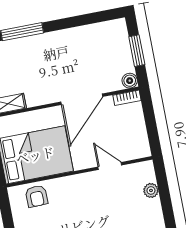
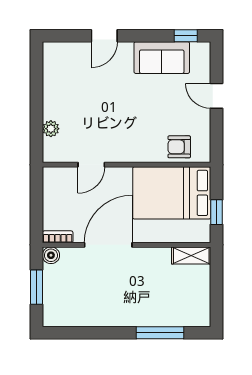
door: (110, 166) -> (91, 165), hinge flipped
armchair: (37, 196) -> (179, 147), turned -89

